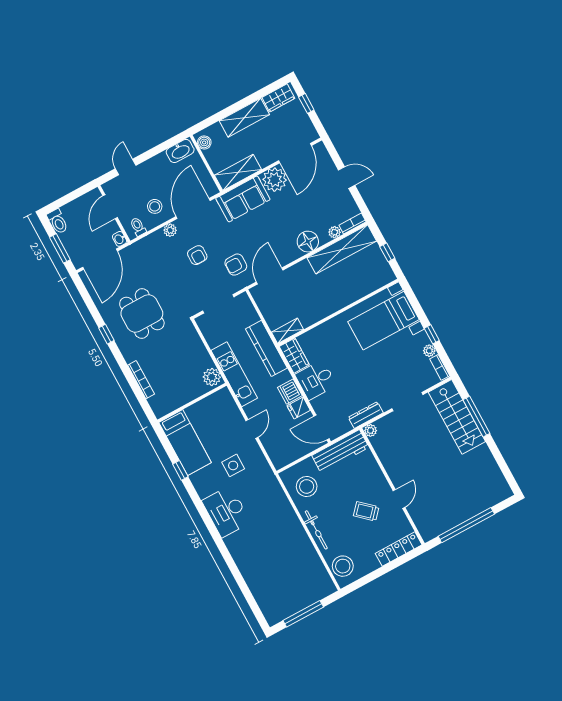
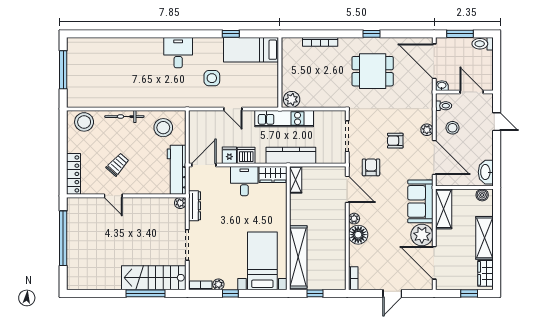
plant: (335, 232) -> (354, 219), moved
shelving: (342, 249) -> (298, 257), moved
desk: (226, 511) -> (178, 53), width x0.73

